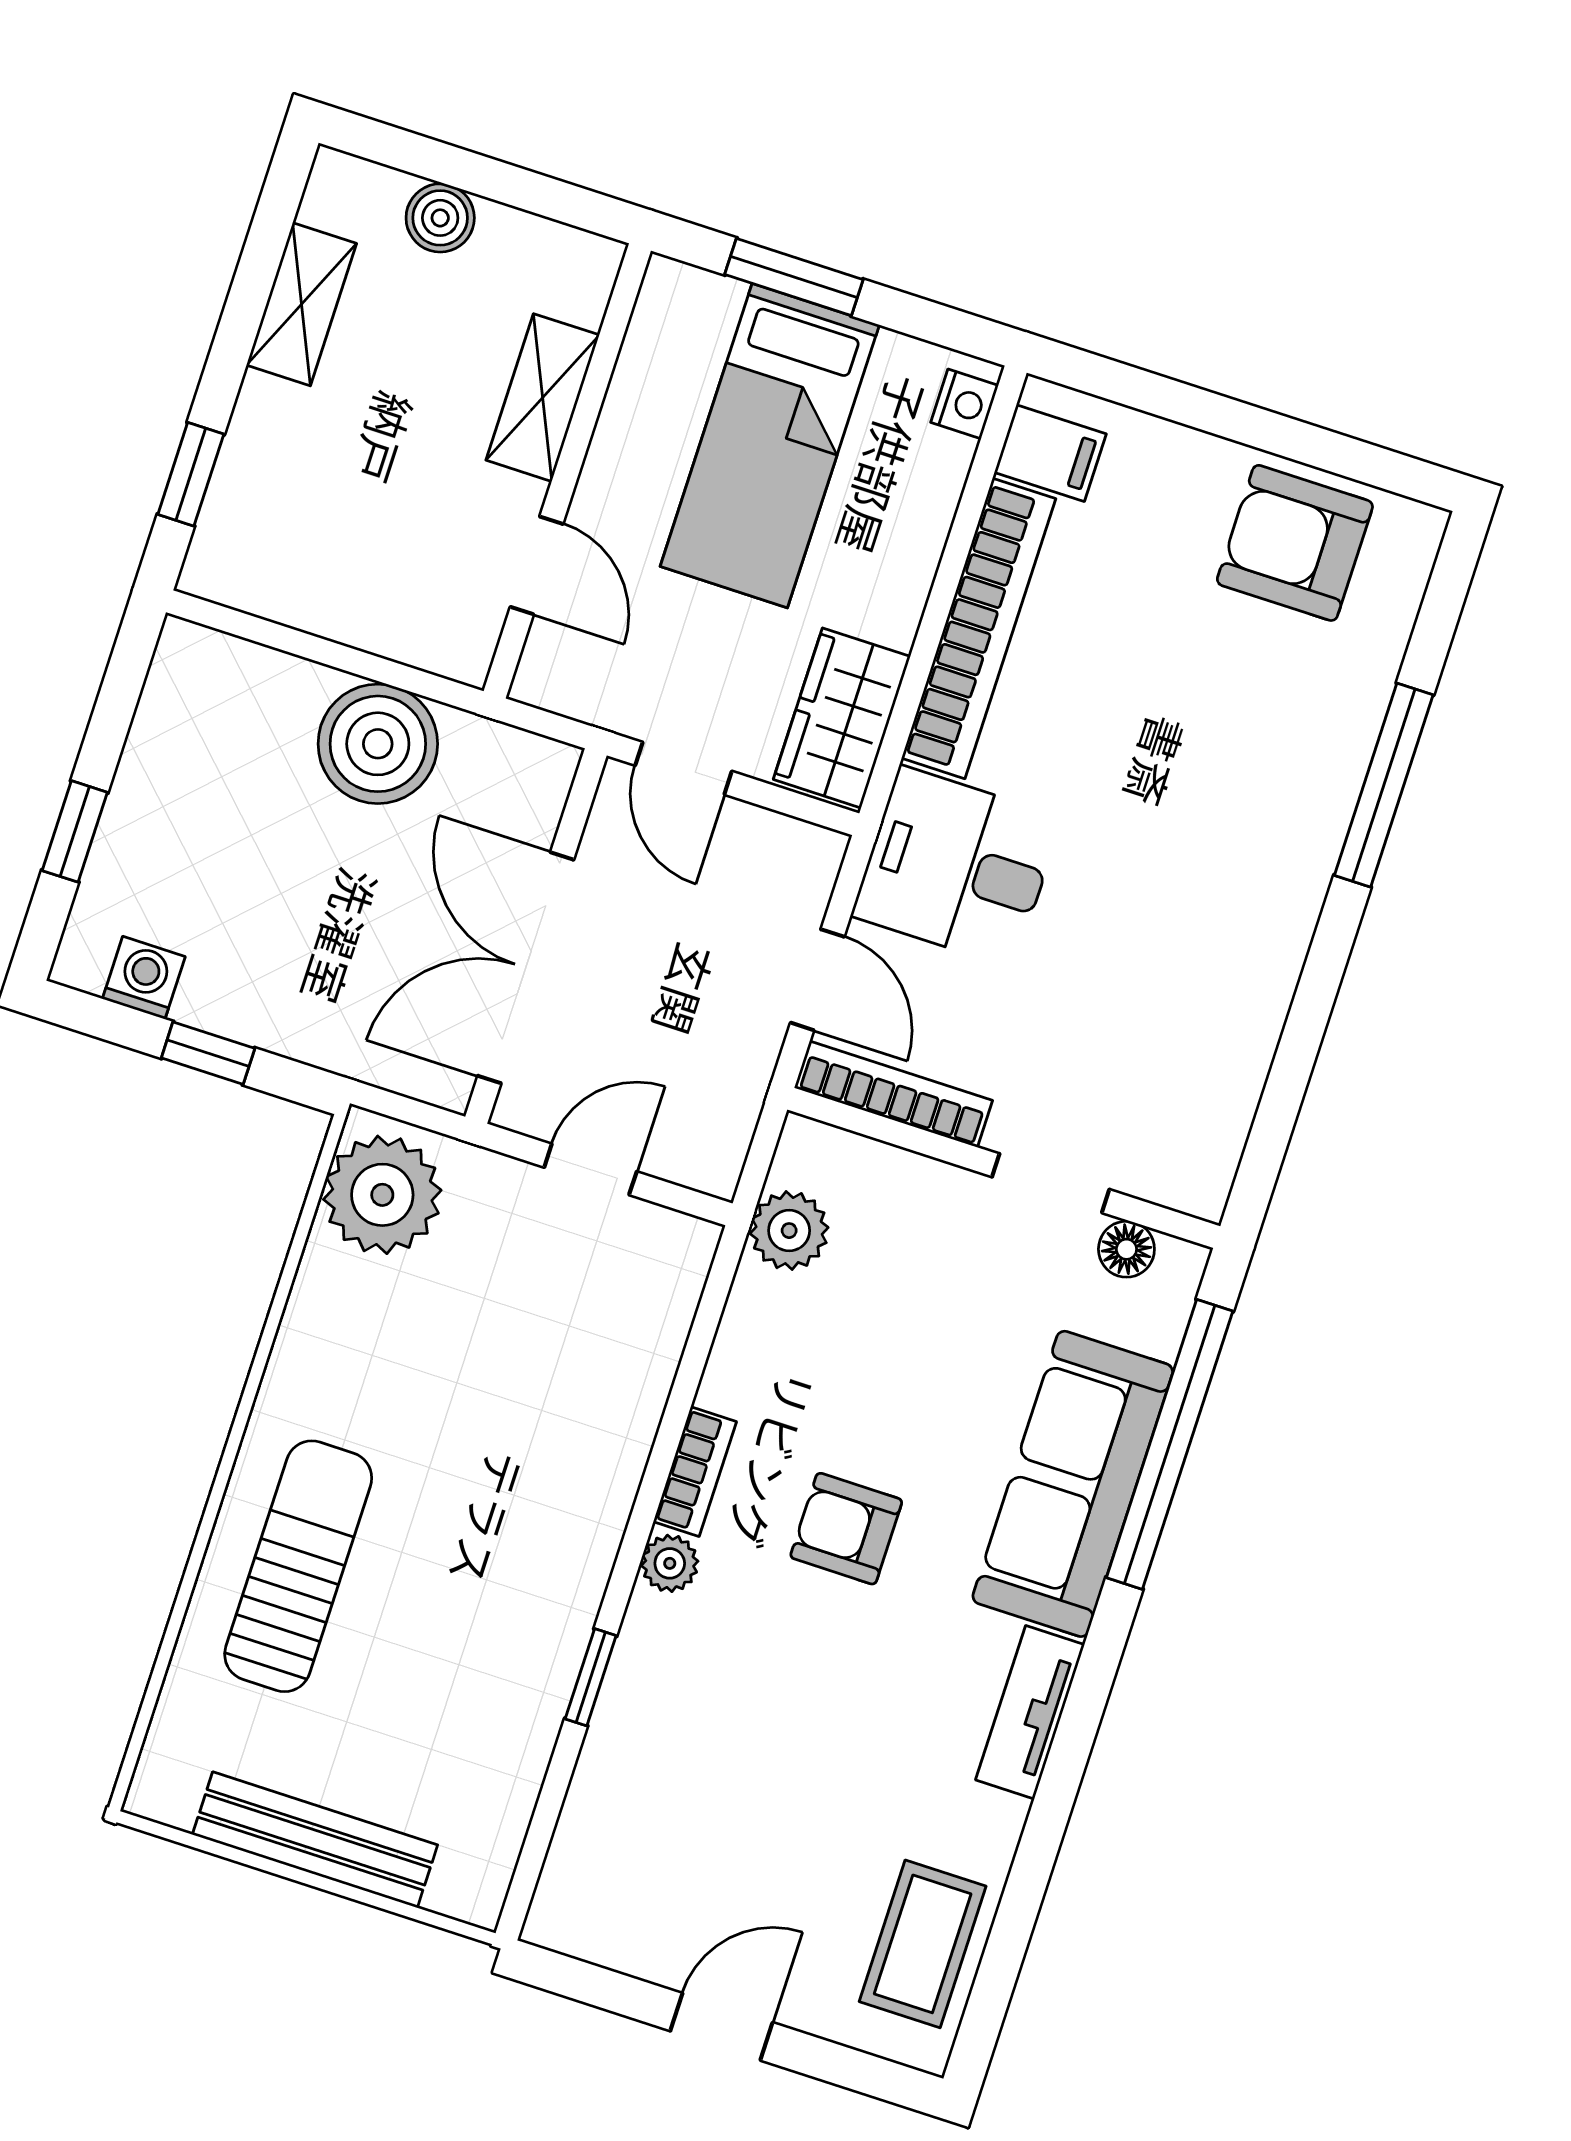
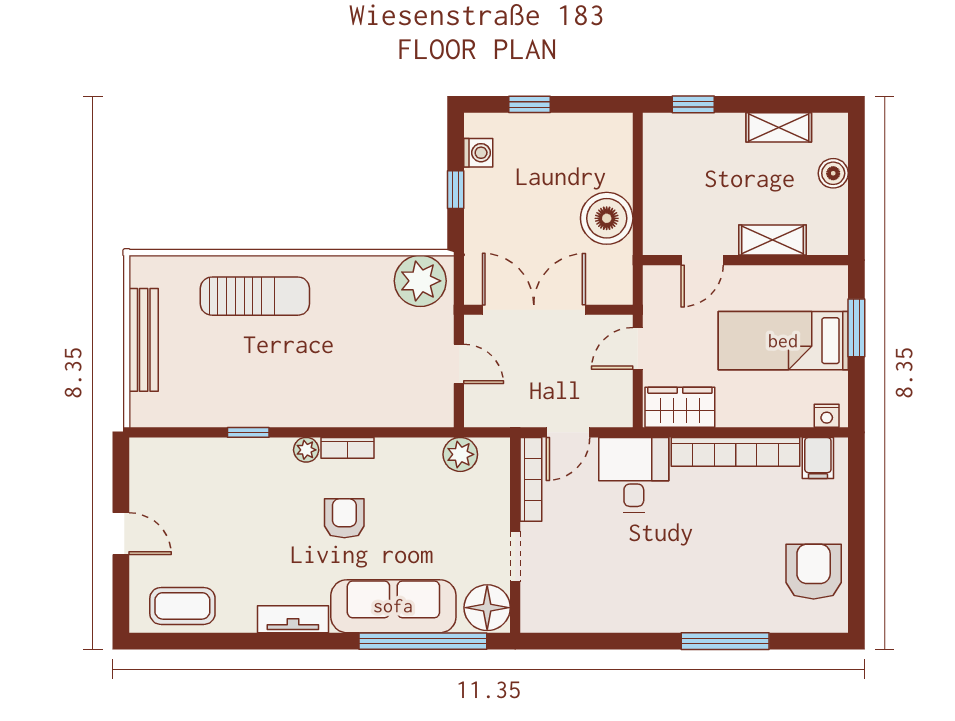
floor lamp: (1126, 1249) -> (487, 608), width x1.89, depth x1.89

